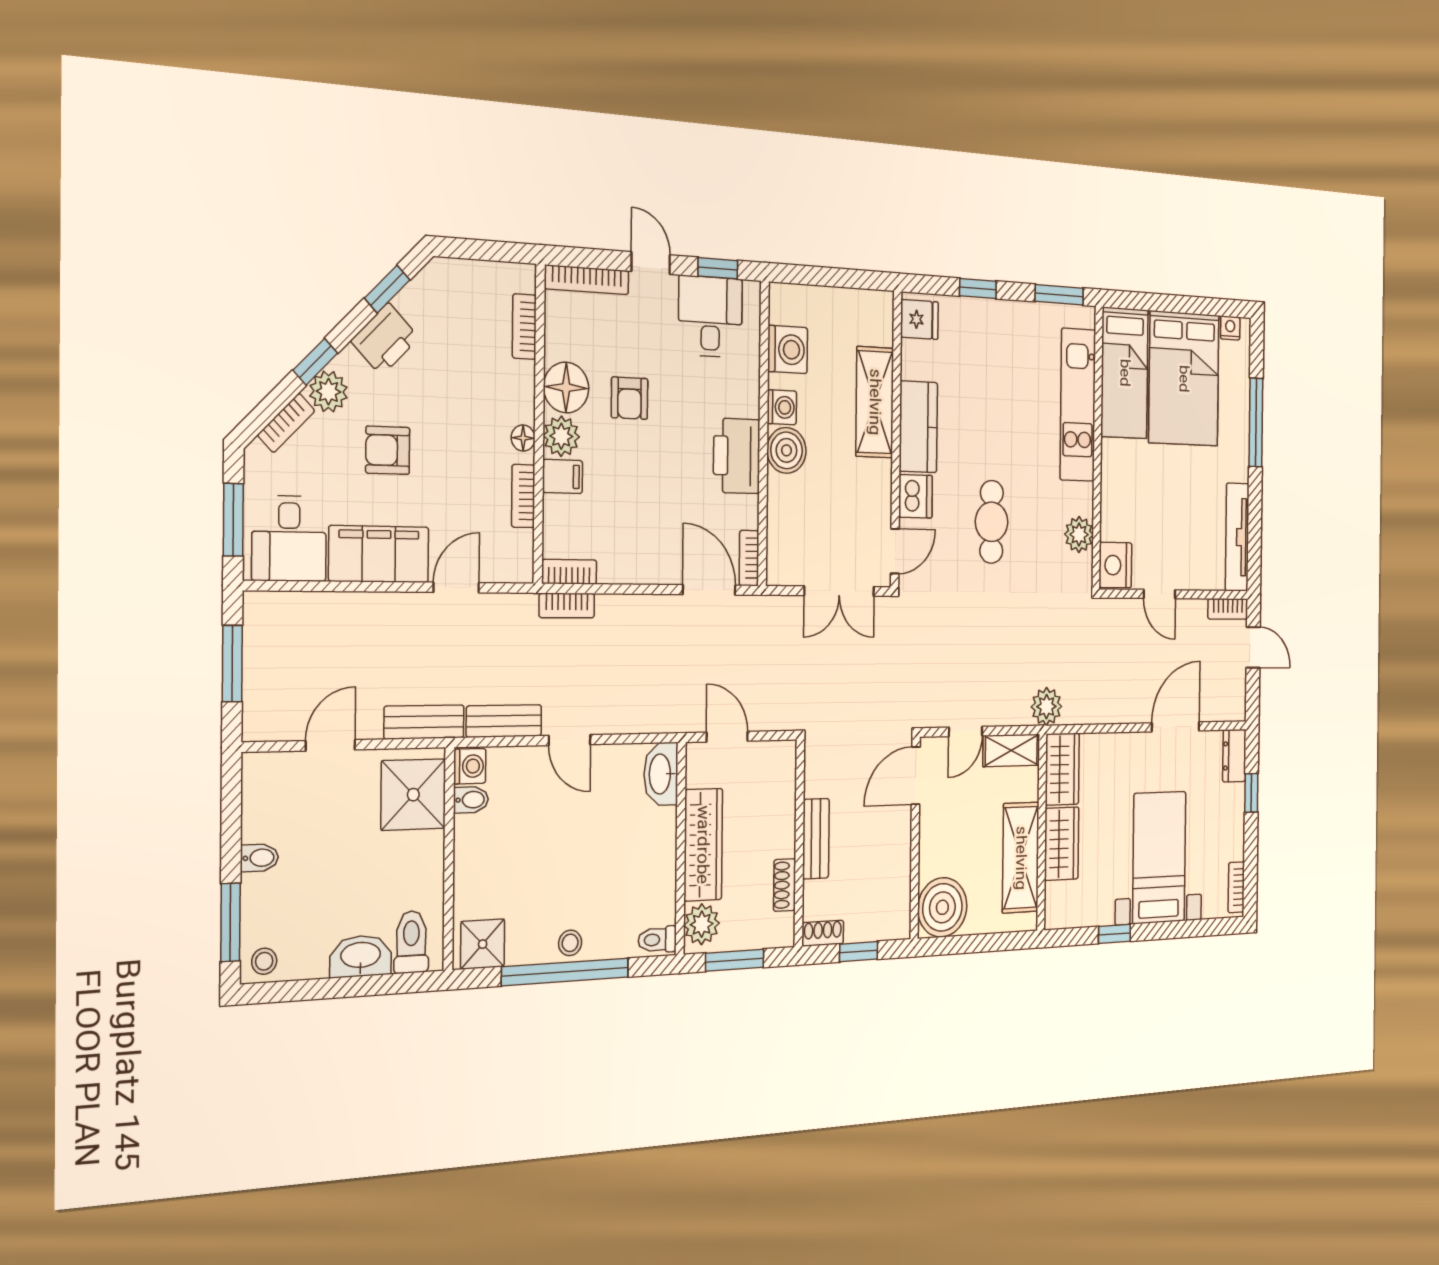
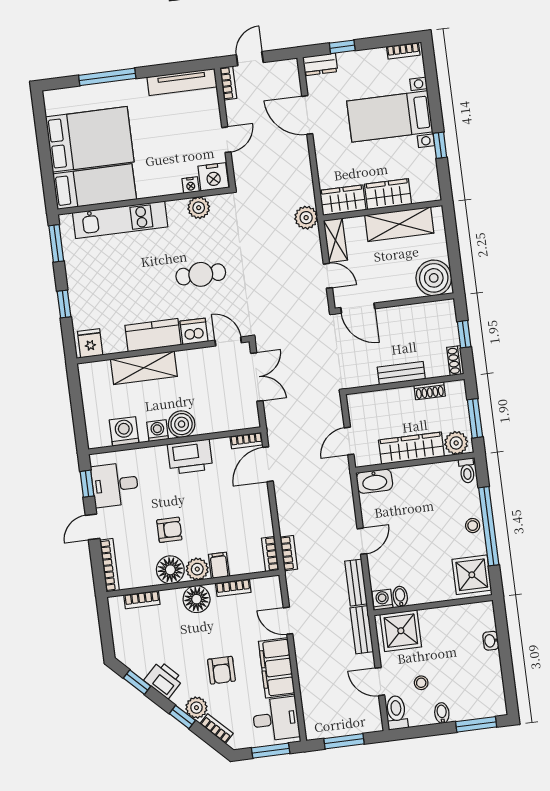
nightstand: (1230, 328) -> (191, 185), moved, turned -90
floor lamp: (523, 438) -> (197, 599), width x1.89, depth x1.89
toilet: (411, 942) -> (396, 713), moved, turned 90
shower: (483, 944) -> (472, 575), width x1.36, depth x1.36
washbasin: (361, 956) -> (491, 641), width x0.52, depth x0.69
stool: (264, 961) -> (421, 683), moved

